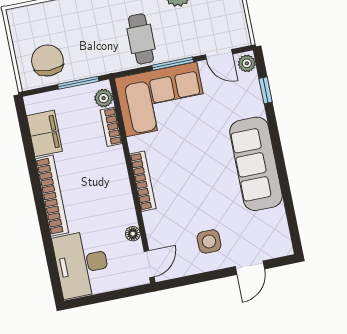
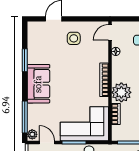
window: (266, 90) -> (25, 117), width x2.17
plant: (104, 98) -> (121, 92), moved, width x1.88, depth x1.88
sofa: (256, 164) -> (38, 84), width x0.73
window: (285, 187) -> (25, 60), added

